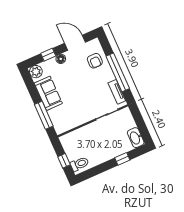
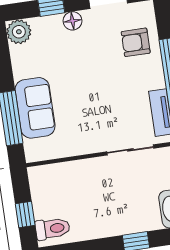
armchair: (95, 61) -> (136, 42), turned 90
sofa: (48, 93) -> (35, 108), moved

